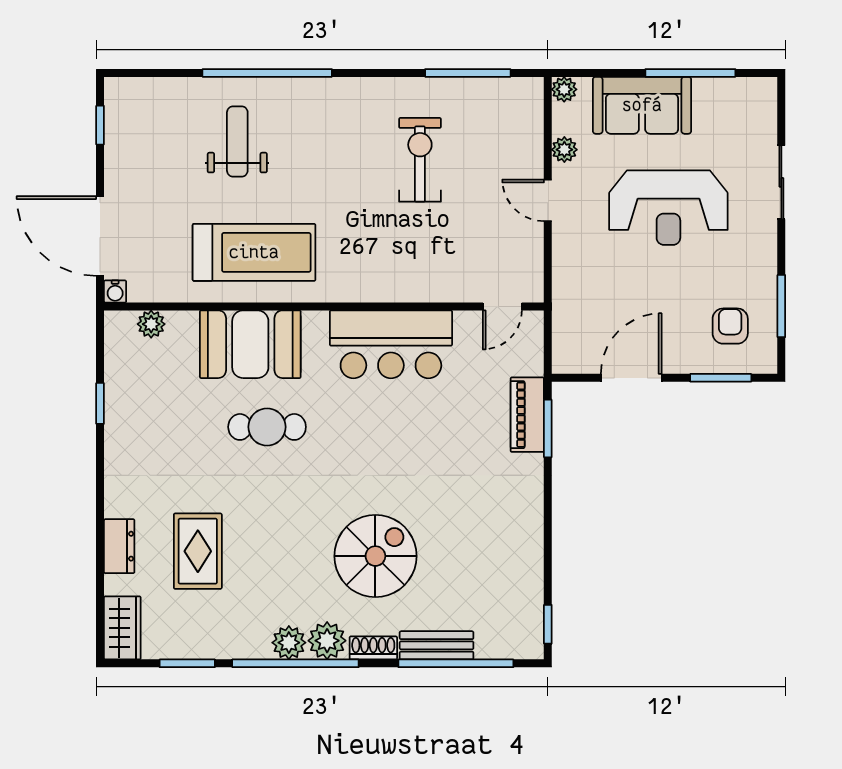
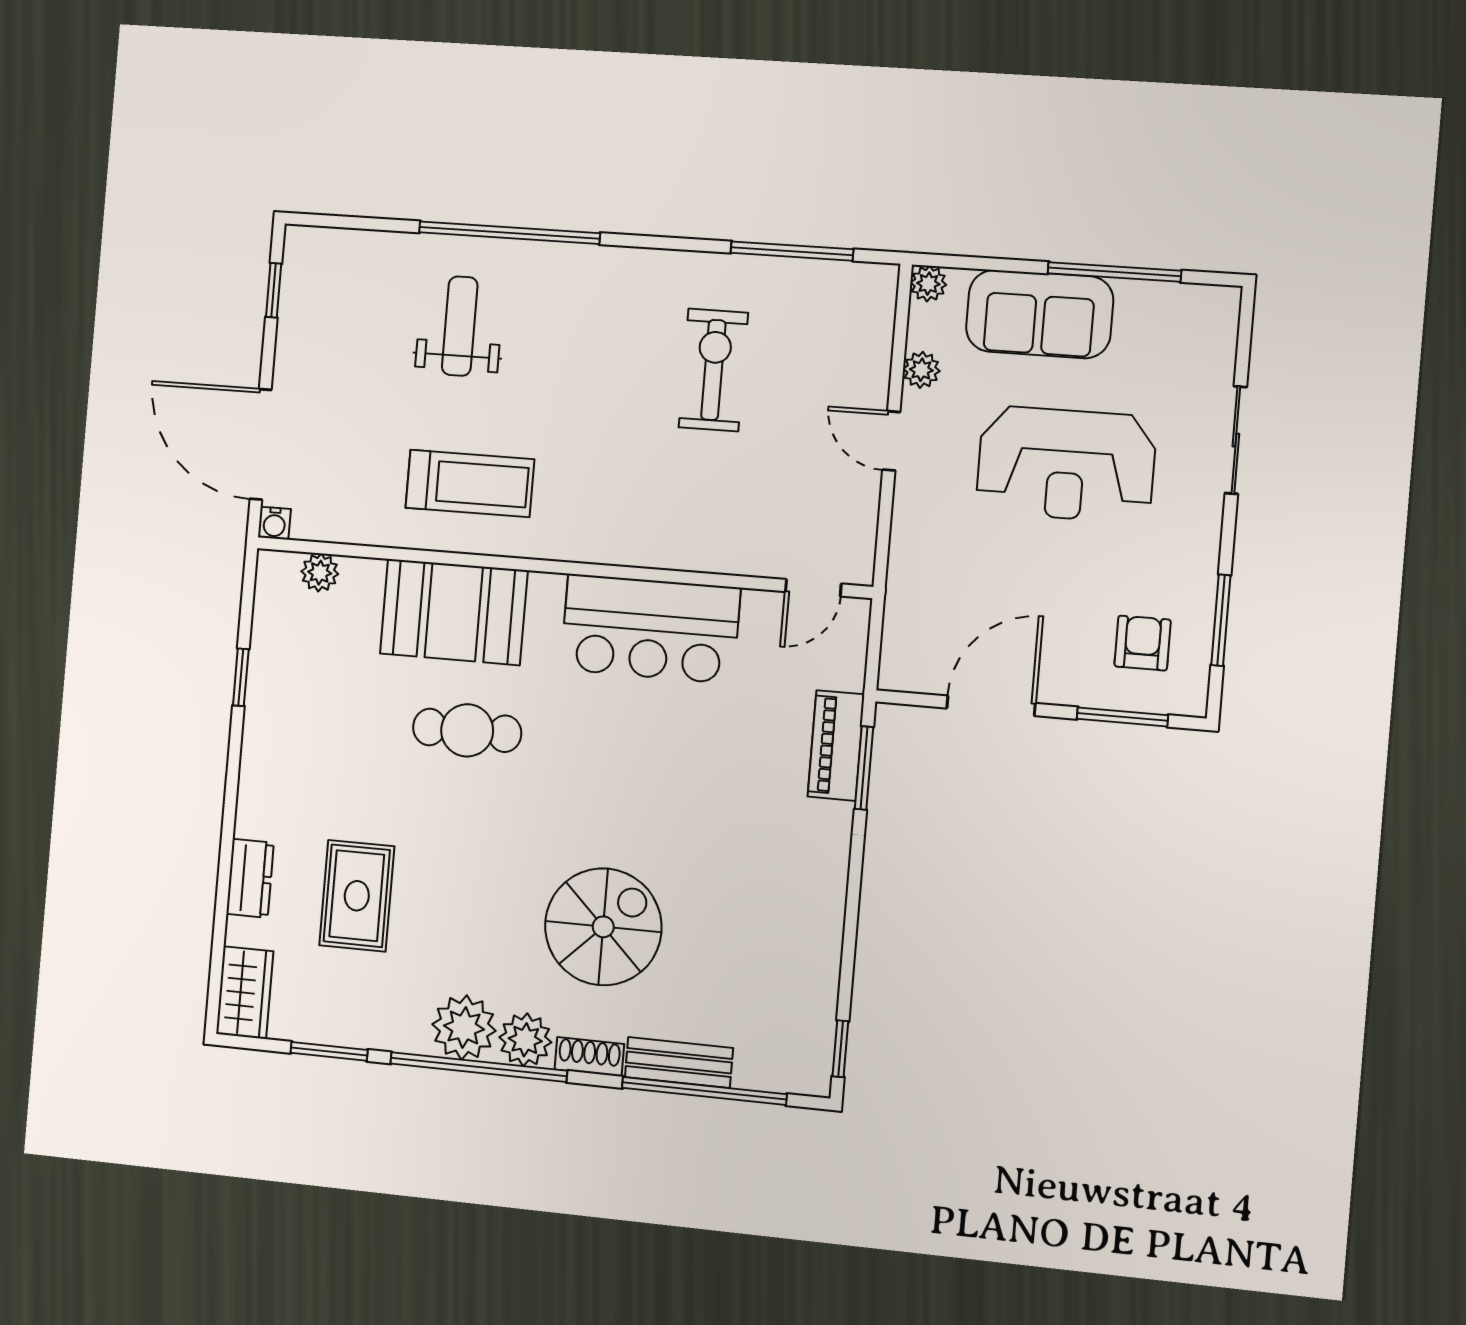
treadmill: (254, 252) -> (470, 483), width x0.73, depth x0.73
plant: (289, 643) -> (464, 1028), width x1.36, depth x1.36

